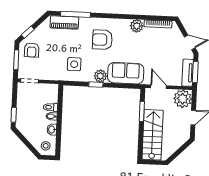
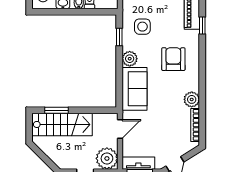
window: (75, 14) -> (202, 25), width x0.46
window: (96, 85) -> (119, 37), moved
window: (142, 111) -> (56, 110), moved

